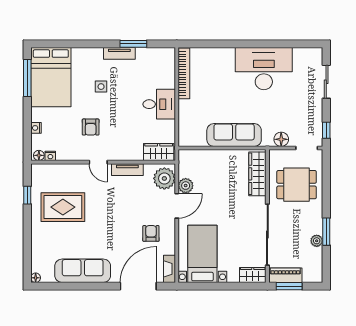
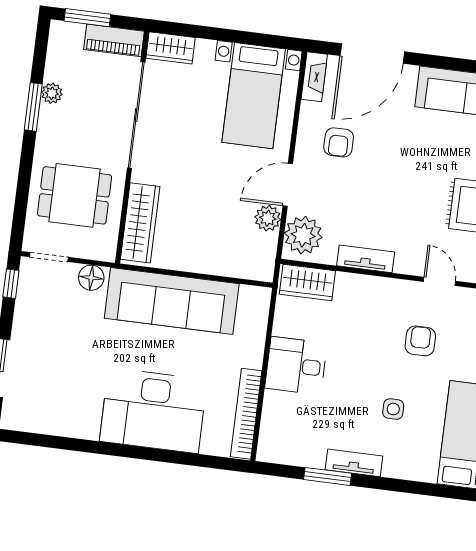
desk: (264, 69) -> (153, 411), moved
sofa: (234, 135) -> (172, 301), width x1.36, depth x1.27
door: (98, 162) -> (439, 281), moved
window: (289, 286) -> (87, 18), moved

